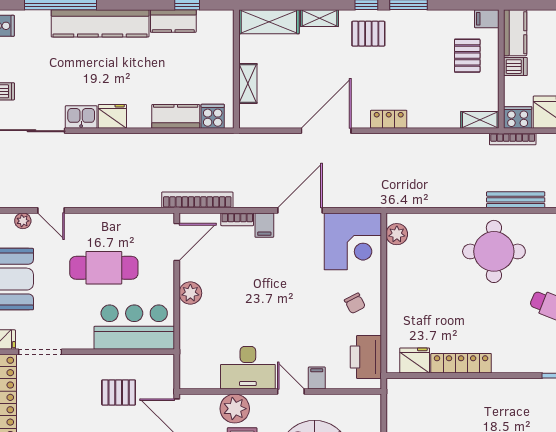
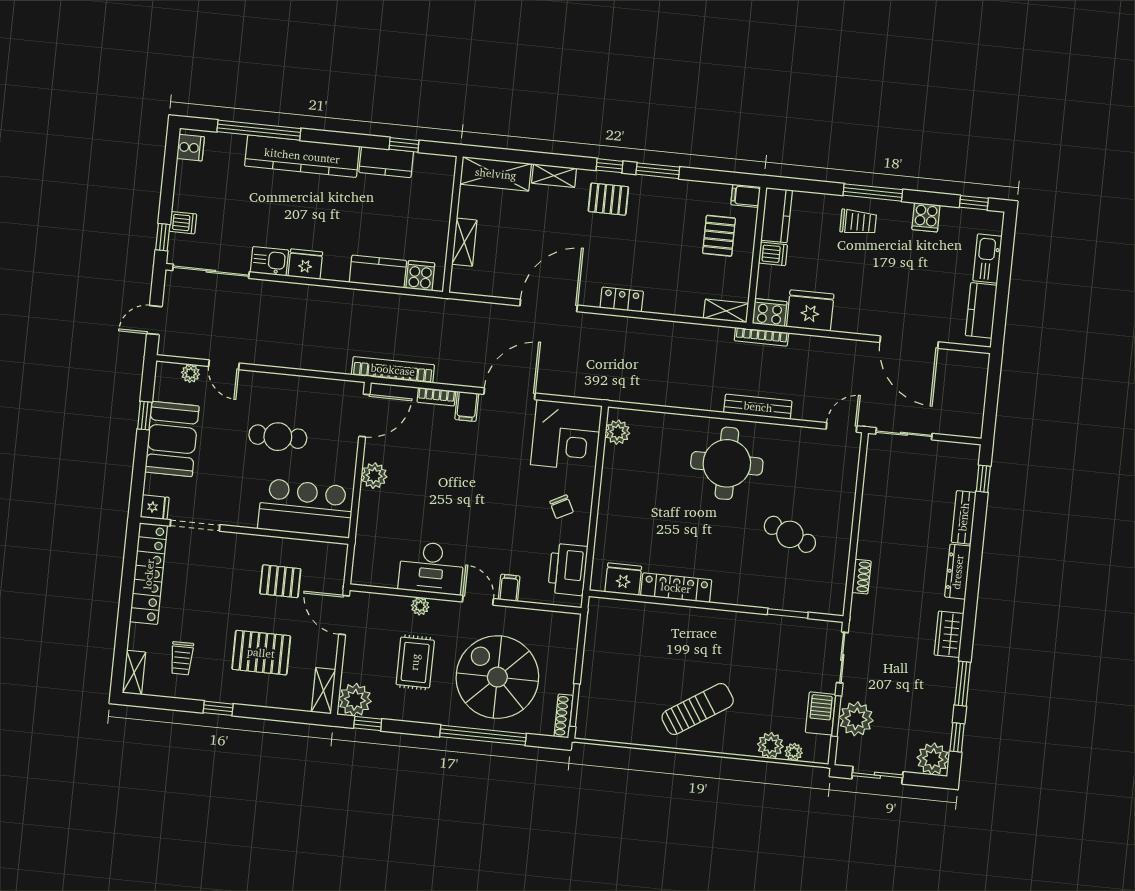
cafe table: (104, 268) -> (278, 437), width x0.73, depth x0.74
plant: (235, 409) -> (420, 606), width x0.53, depth x0.53

